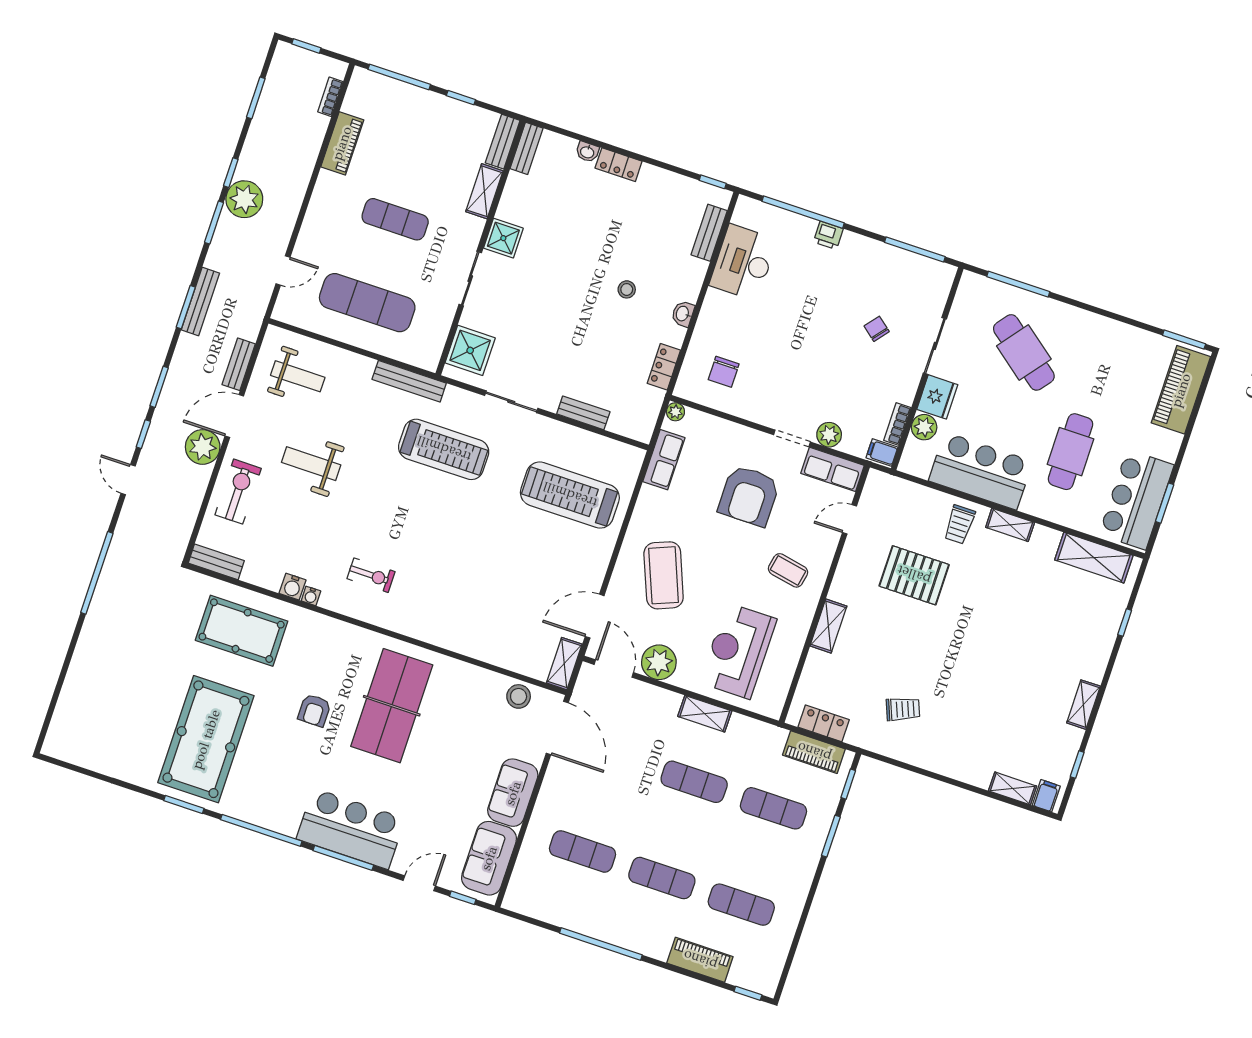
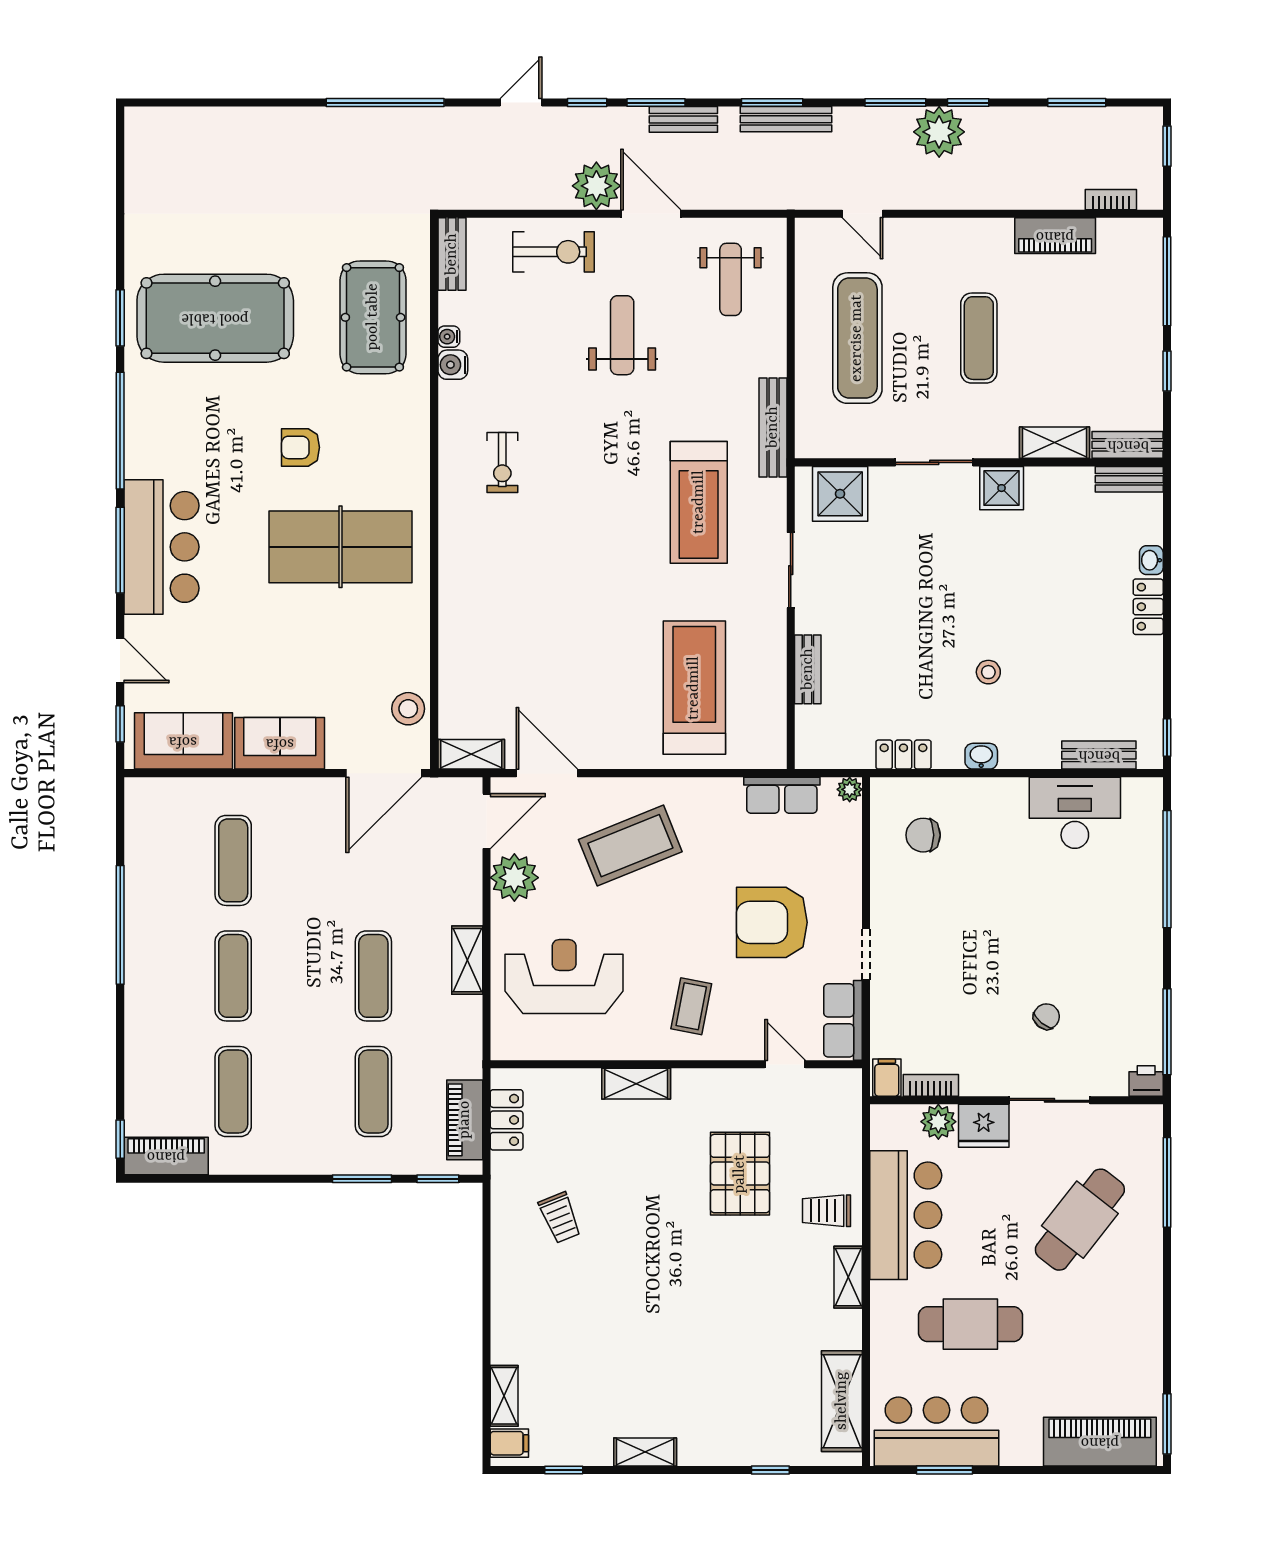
printer: (828, 235) -> (1146, 1081), moved, turned 90
bench: (239, 364) -> (683, 119), moved
plant: (829, 435) -> (887, 1001), removed
water cooler: (311, 596) -> (449, 337), moved
piano: (700, 960) -> (166, 1156), moved, turned -90

